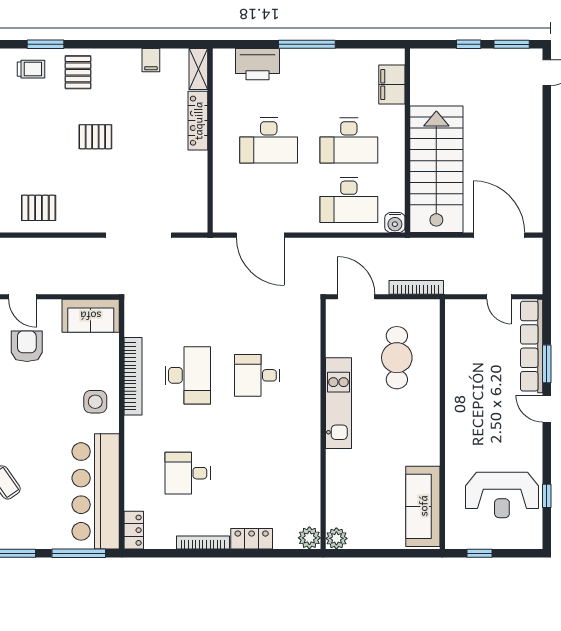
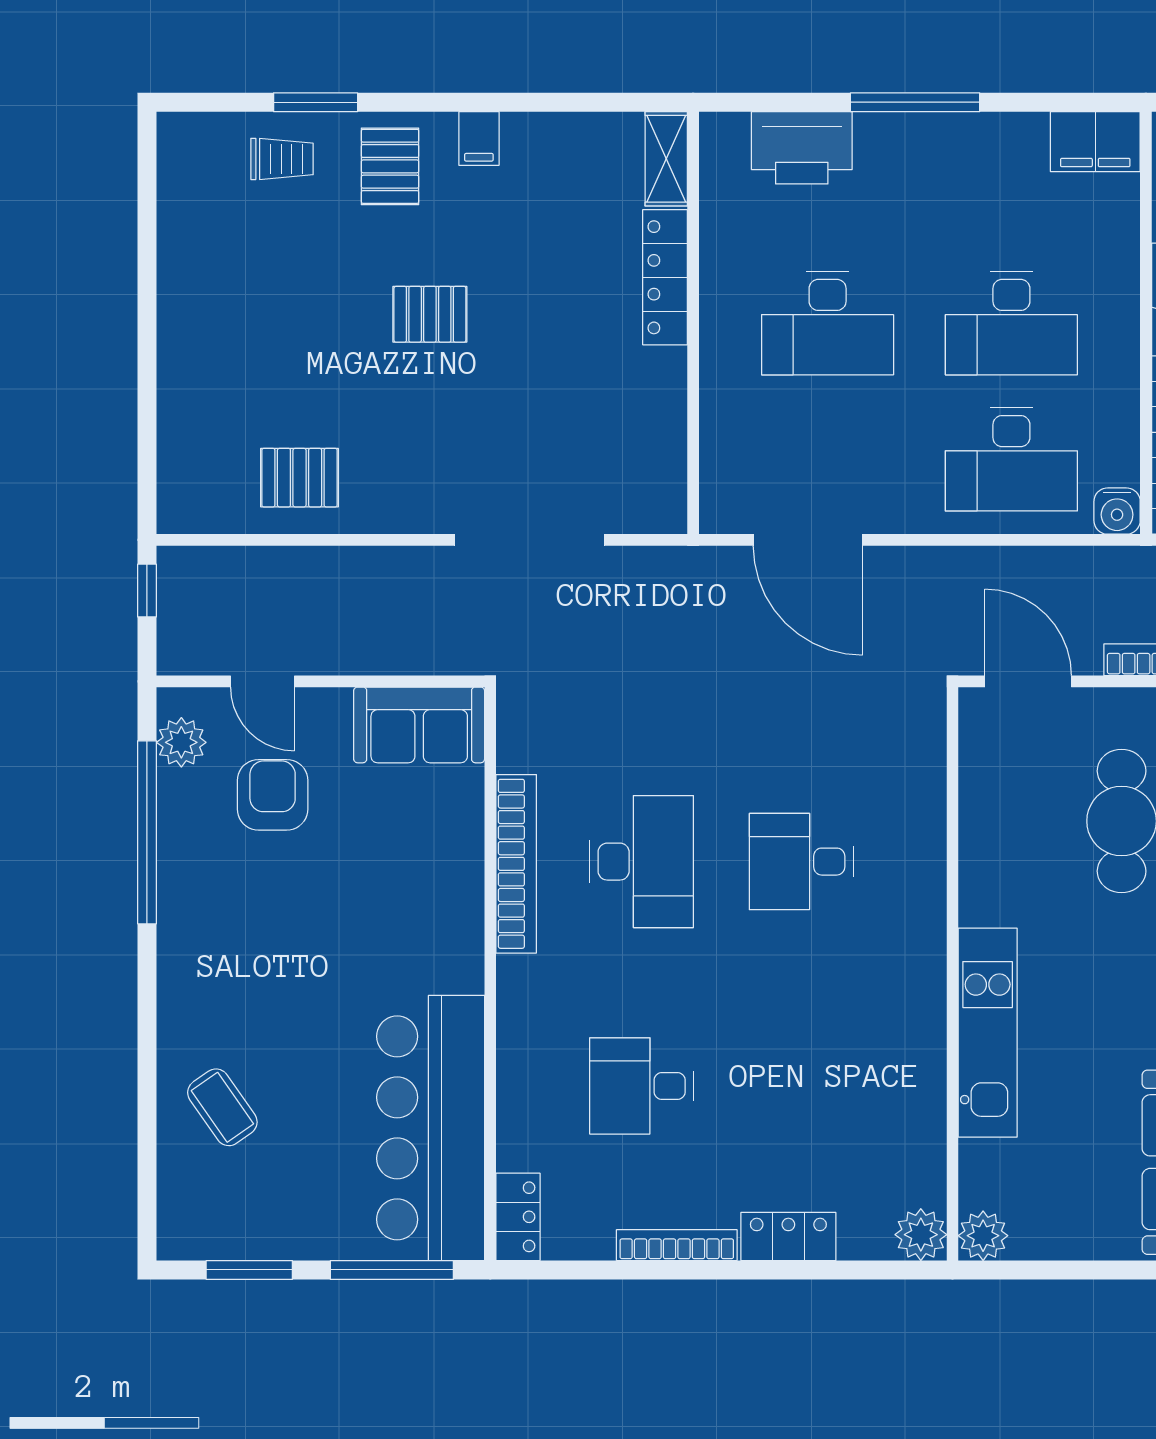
filing cabinet: (151, 60) -> (479, 138), moved
filing cabinet: (392, 85) -> (1095, 142), moved, turned -90
side table: (95, 402) -> (430, 922), removed
kitchen unit: (338, 403) -> (988, 1033), moved

